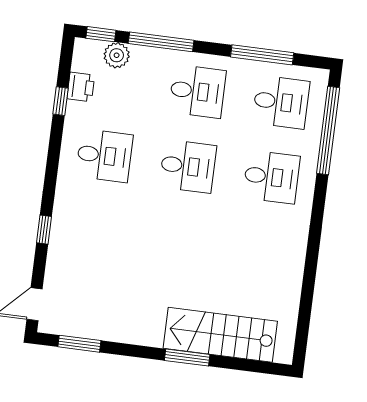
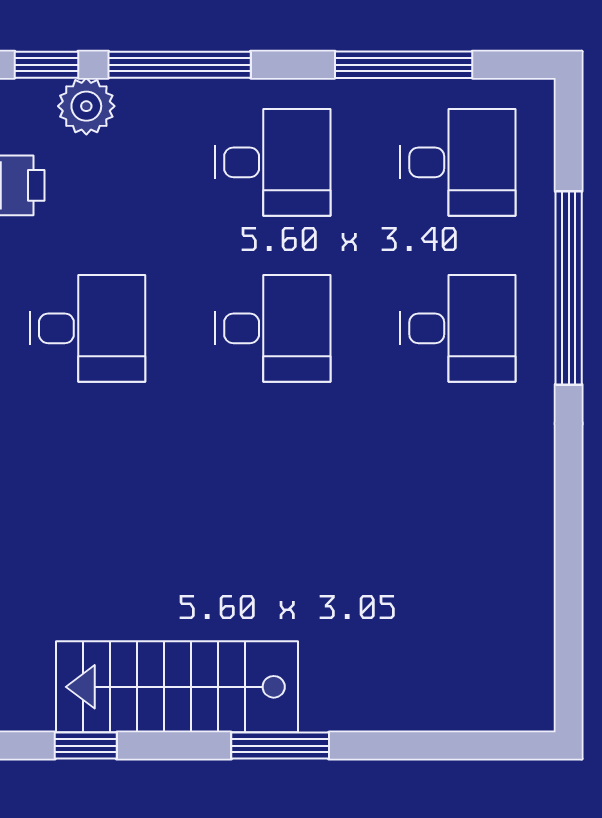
window: (328, 130) -> (569, 288), moved
stairs: (220, 335) -> (177, 687), moved
window: (79, 344) -> (86, 746), width x0.67
window: (187, 357) -> (280, 746), moved

